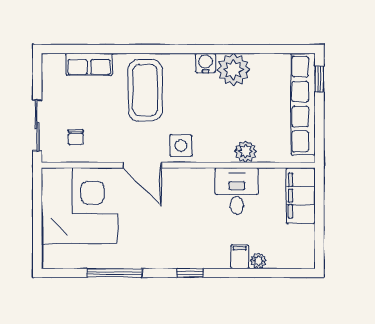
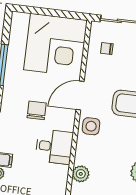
desk: (237, 191) -> (54, 147), moved
chair: (169, 220) -> (37, 110), added

